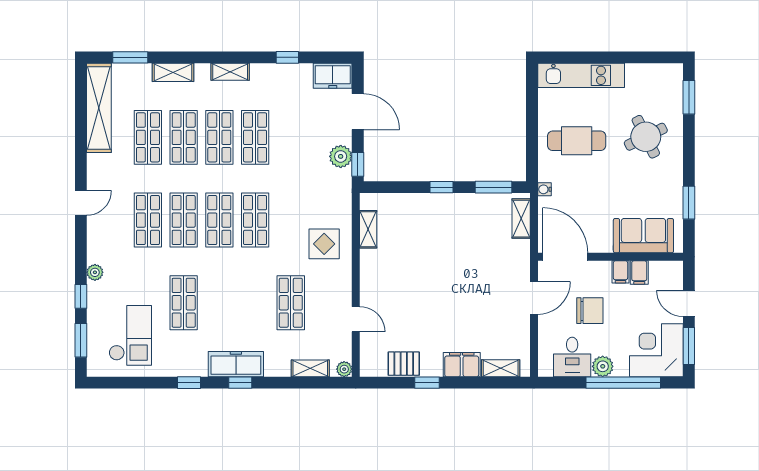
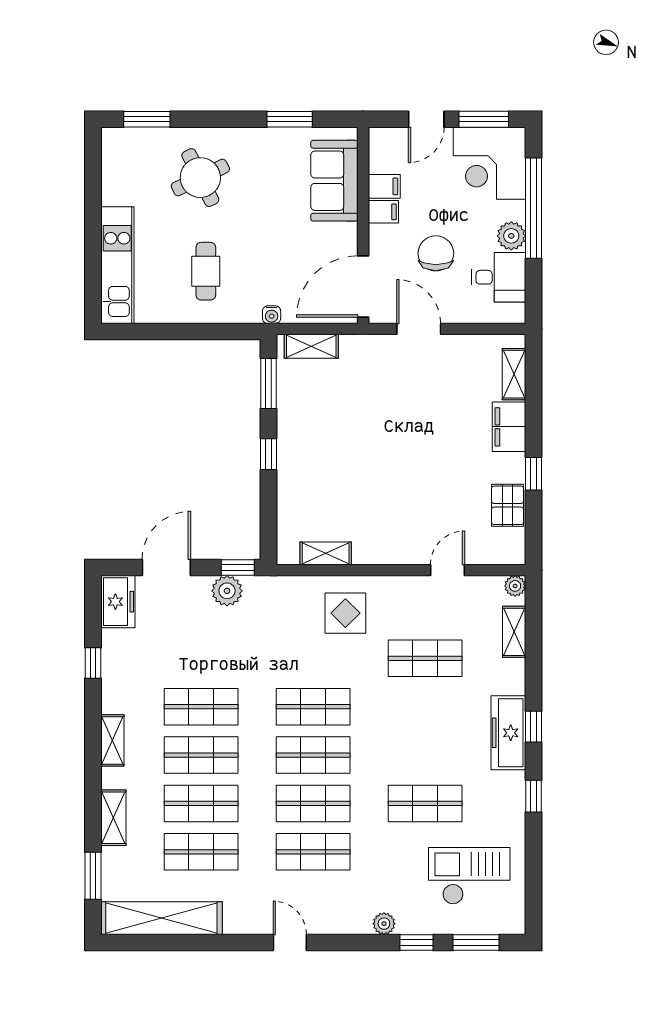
cafe table: (577, 141) -> (206, 271), width x0.73, depth x0.74

